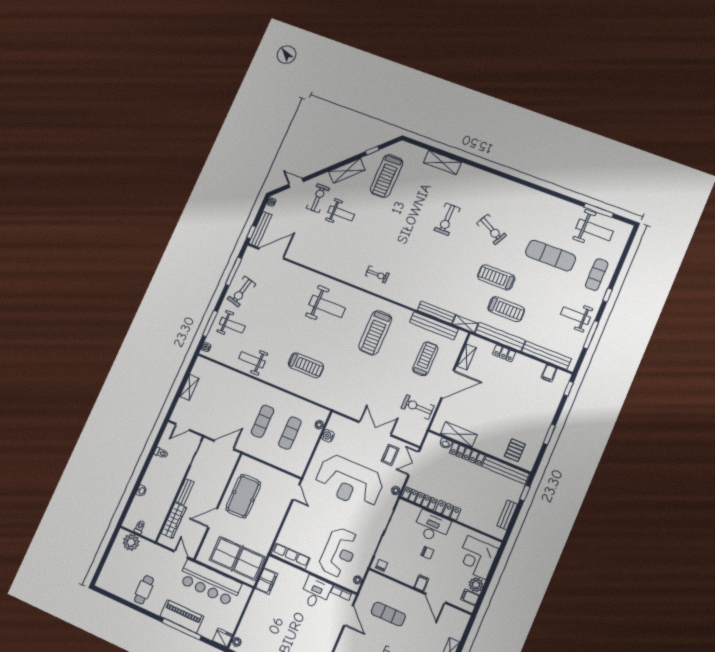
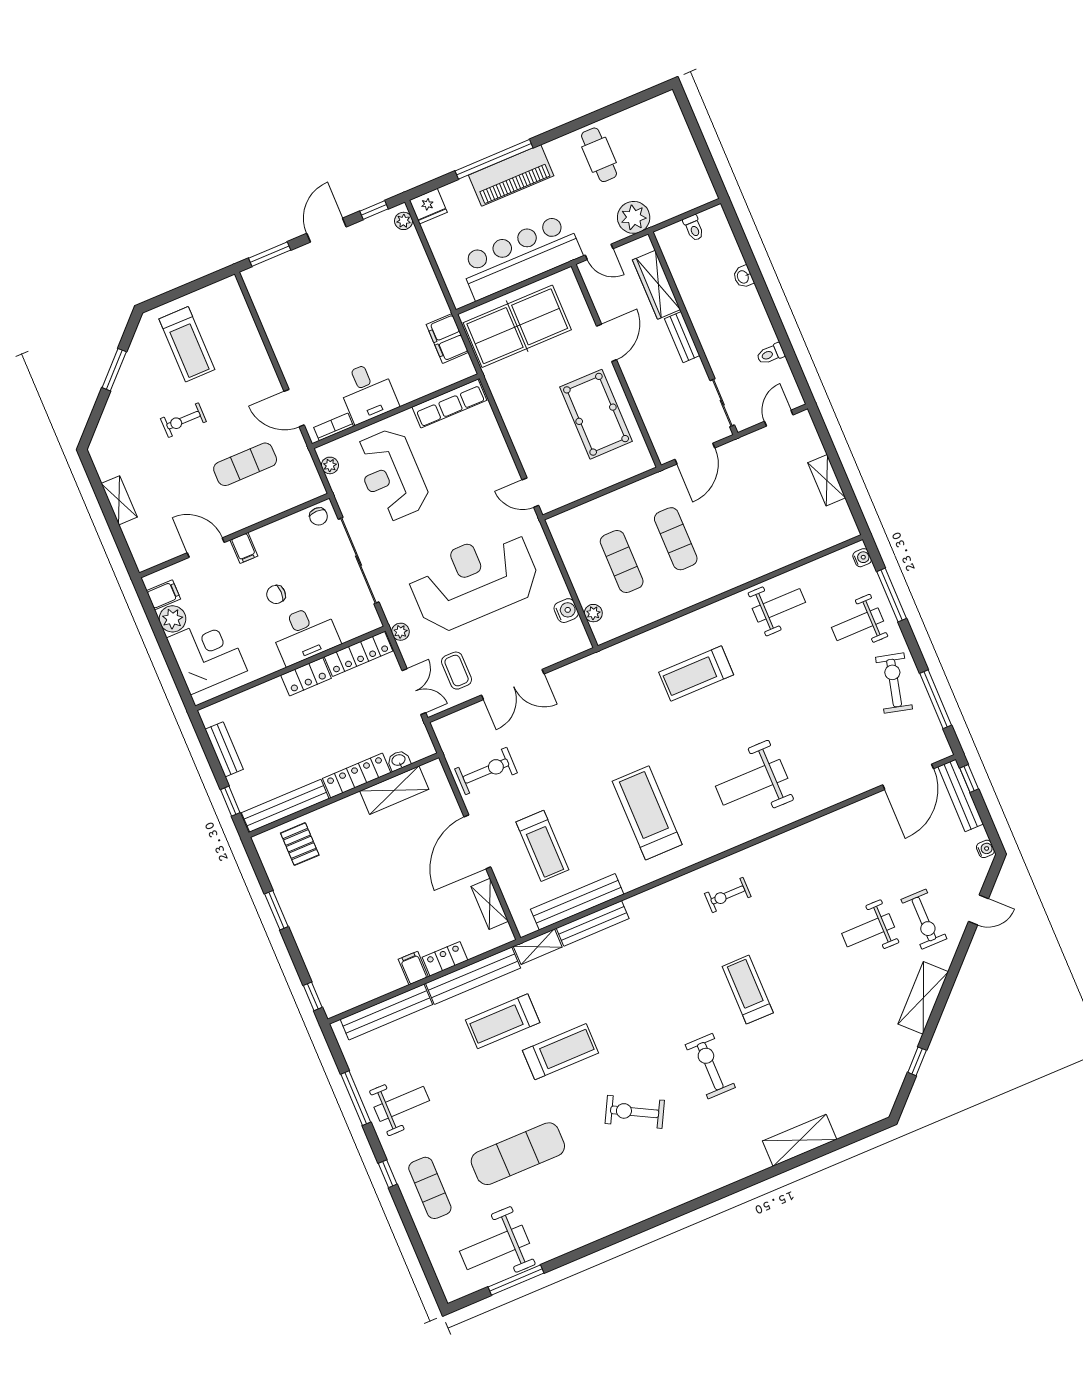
treadmill: (387, 176) -> (748, 990), moved, width x0.73, depth x0.73
filing cabinet: (549, 373) -> (413, 968), moved
plant: (131, 542) -> (634, 217), moved

